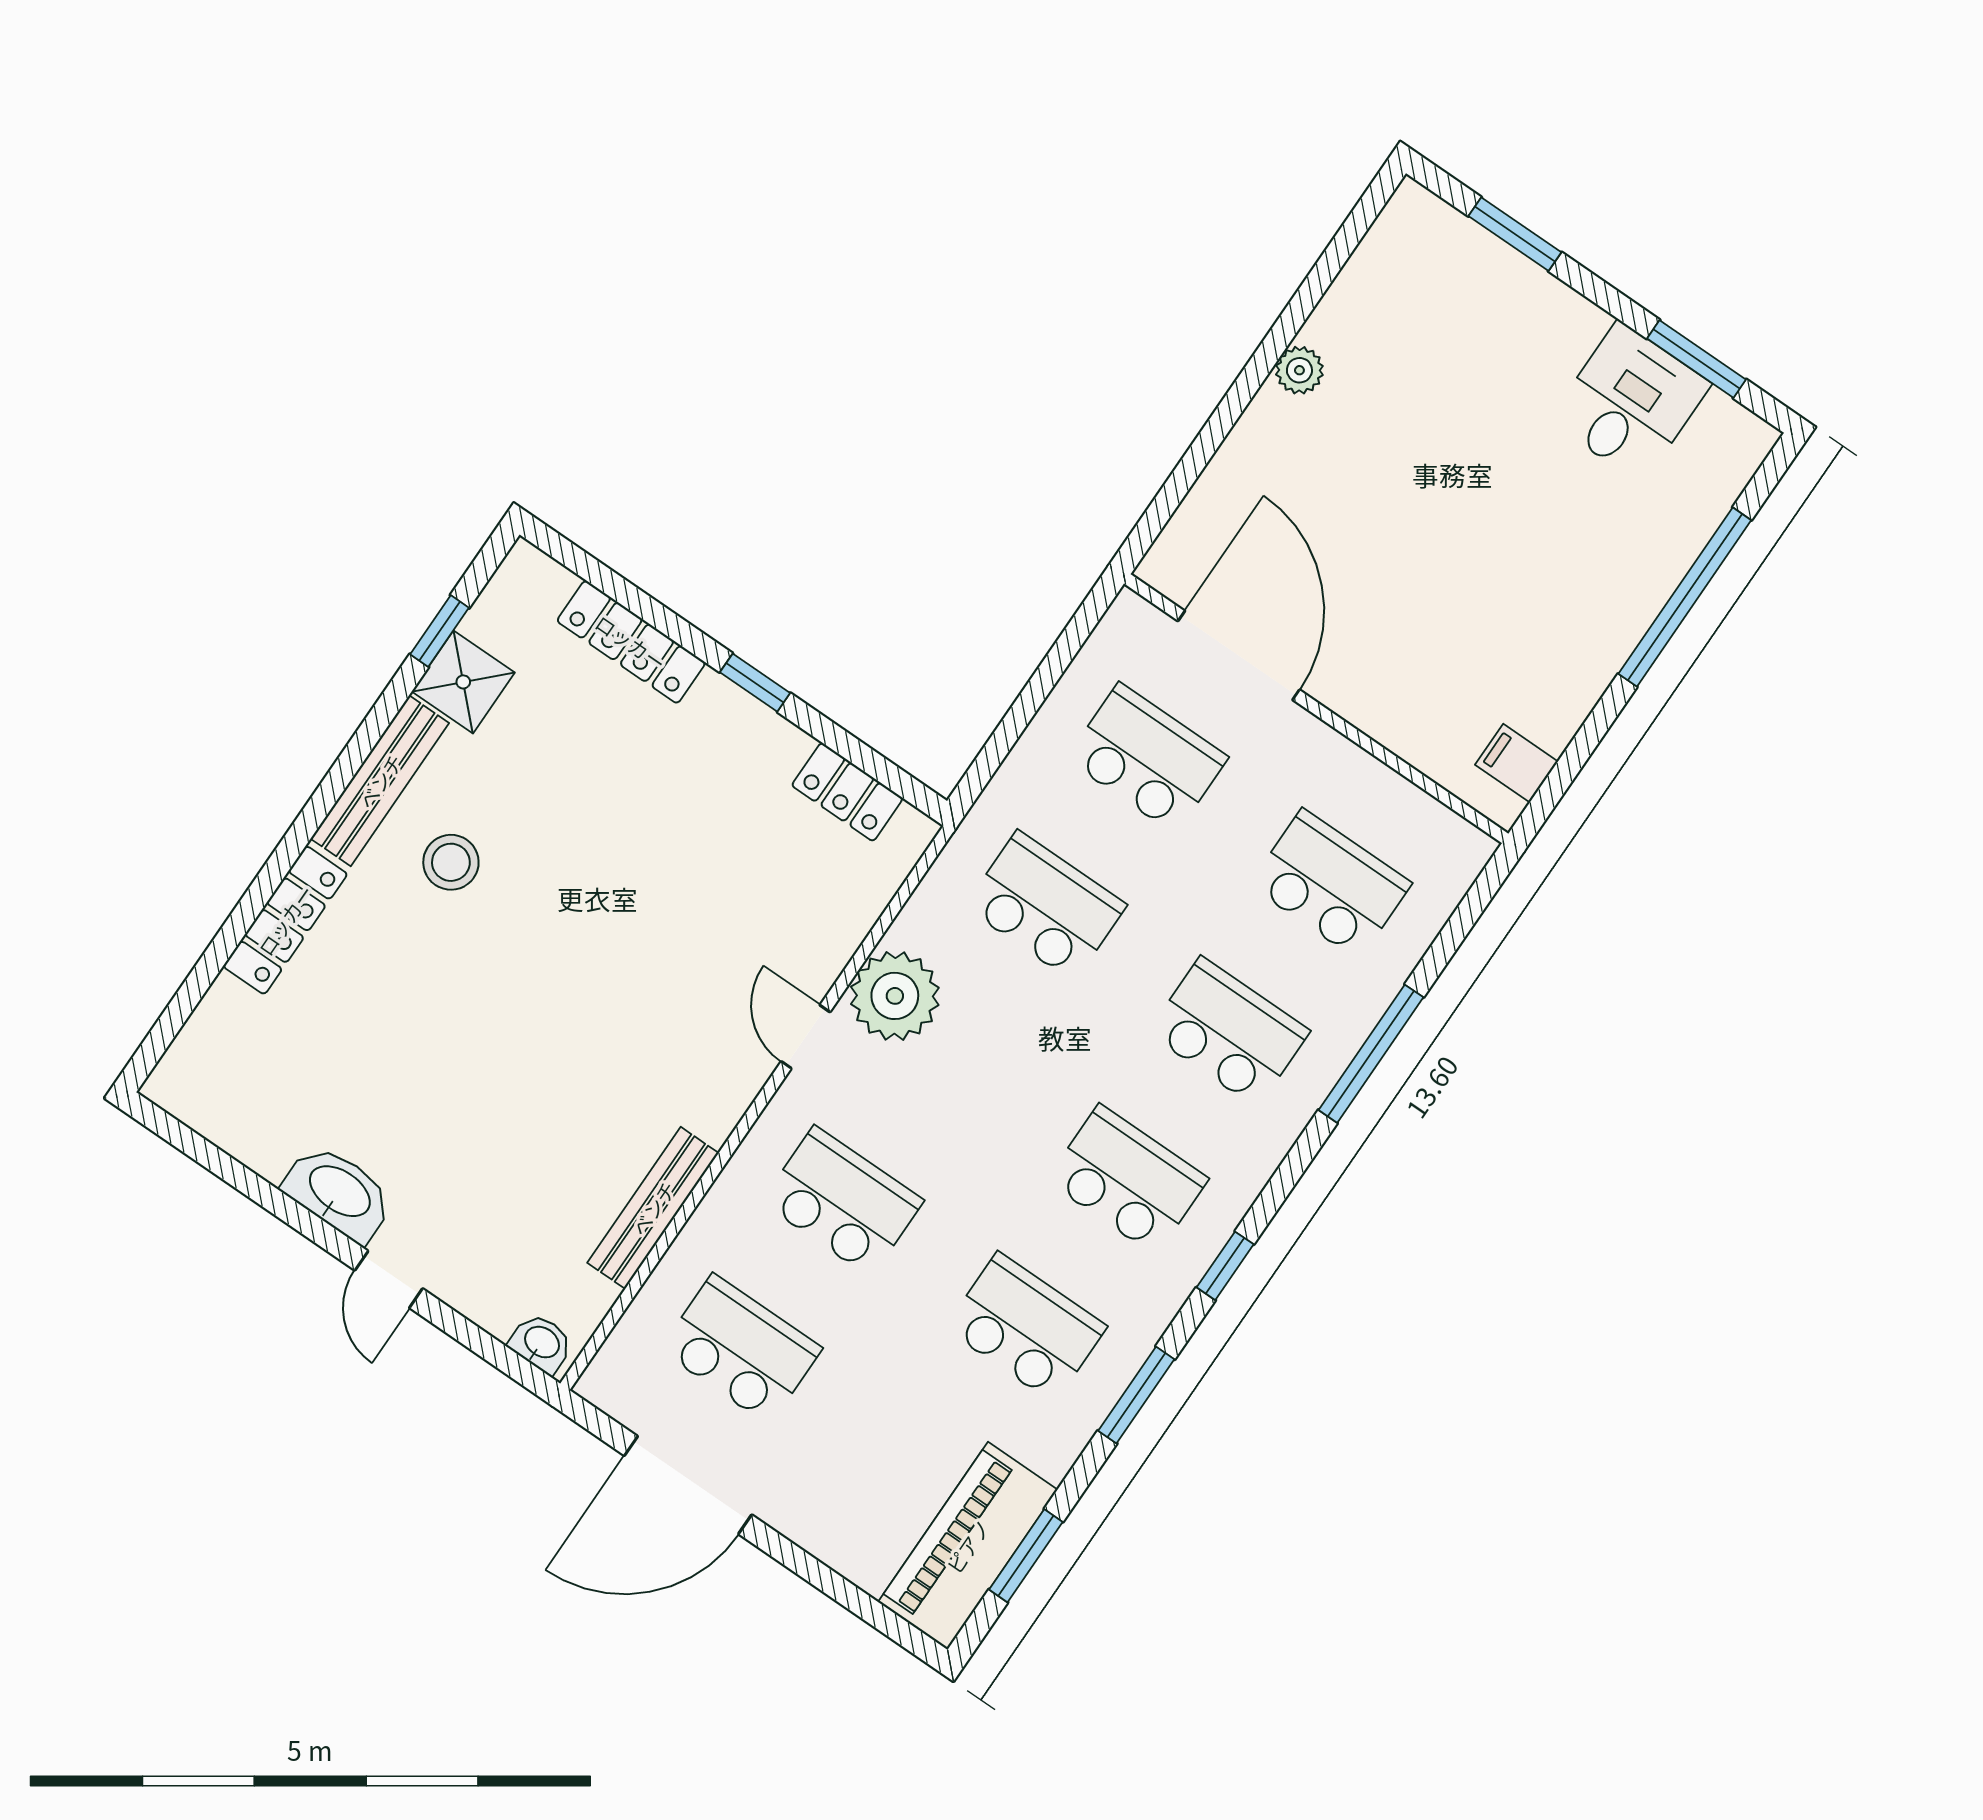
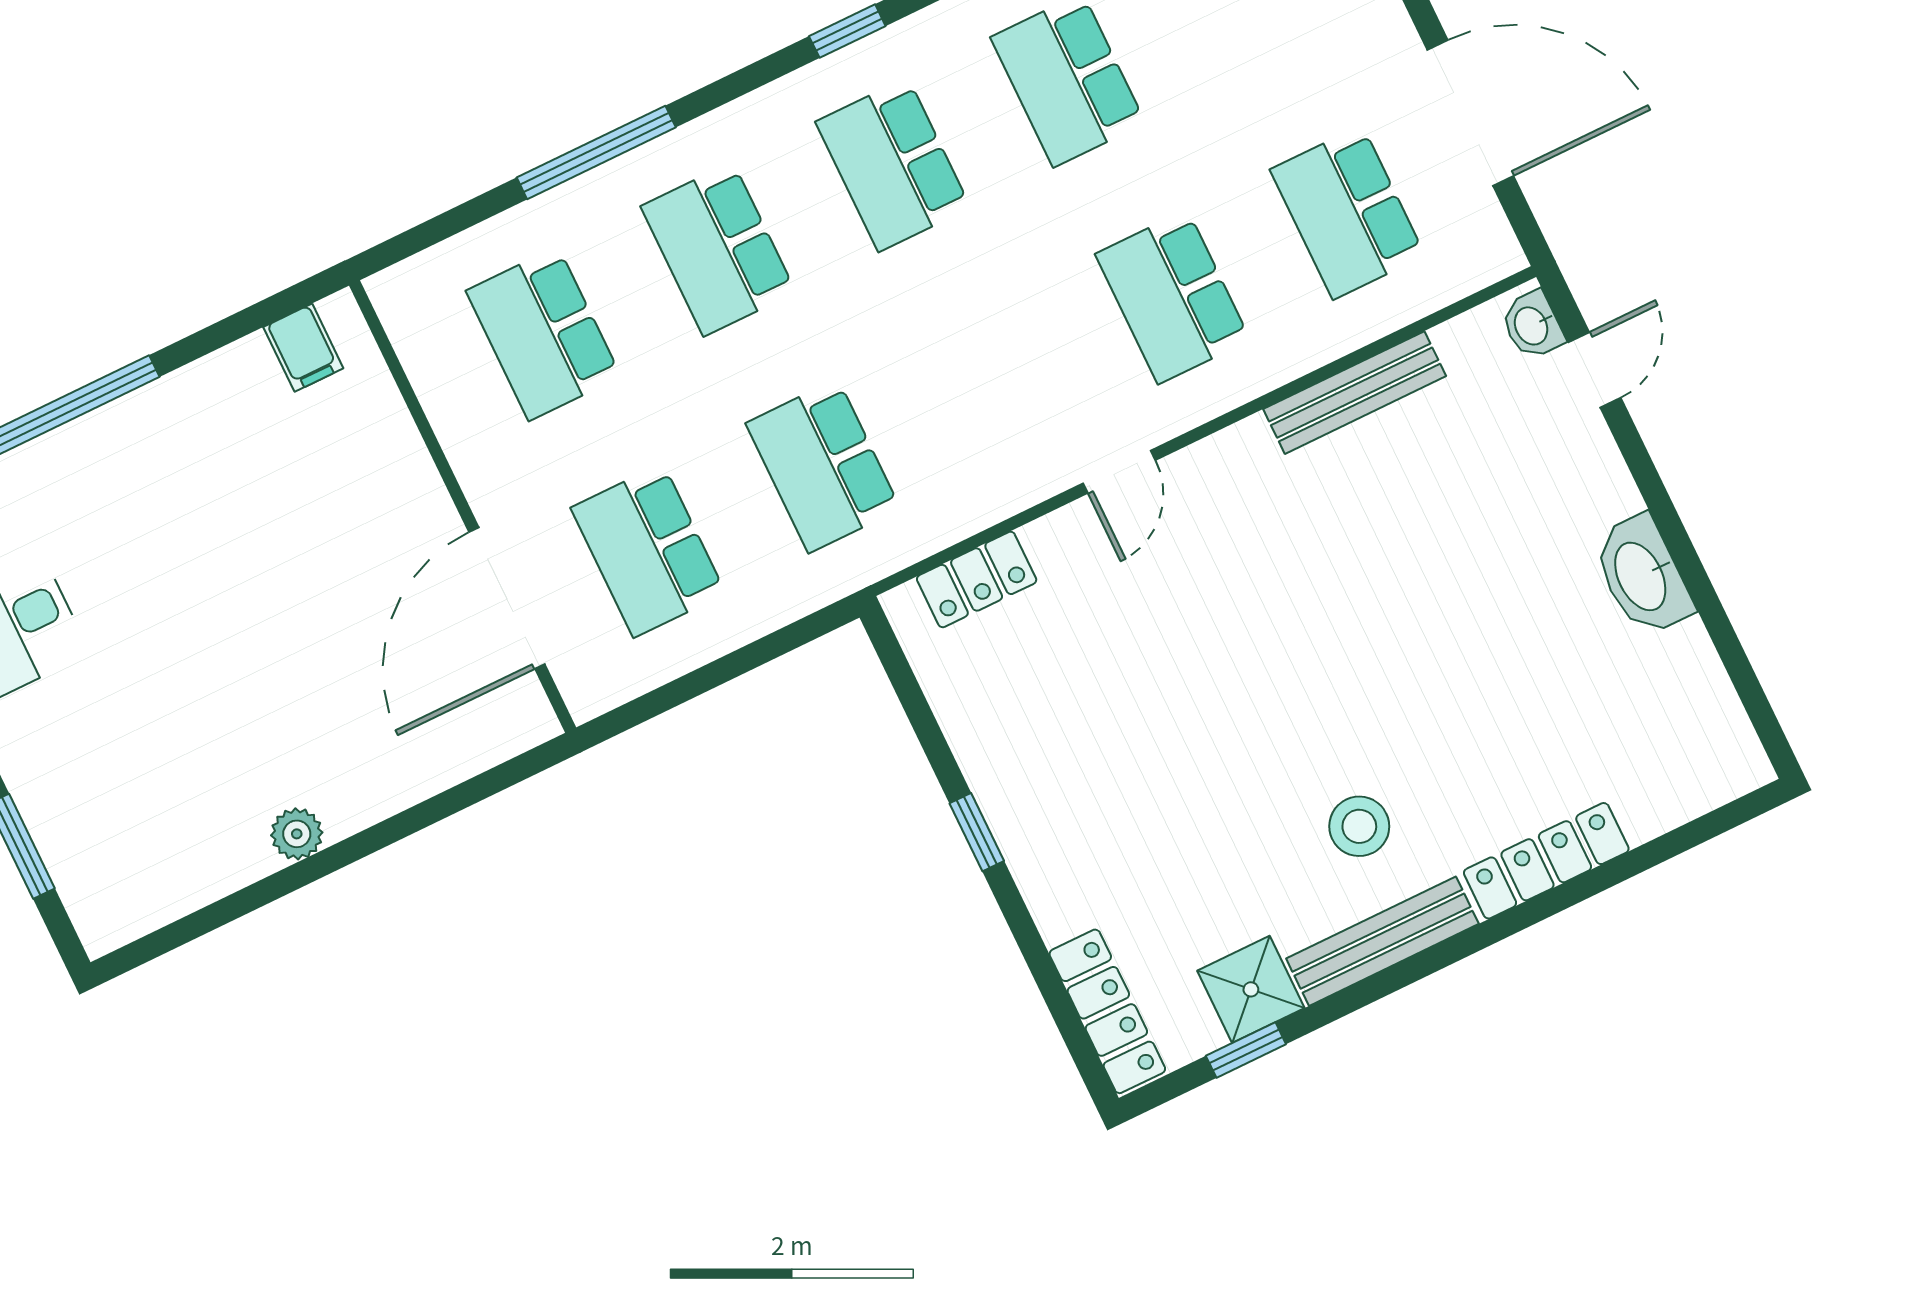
locker: (631, 642) -> (1107, 1011), moved
locker: (847, 792) -> (977, 579), moved, turned 90
plant: (895, 996) -> (1013, 462), removed
door: (389, 1279) -> (1595, 370), moved

